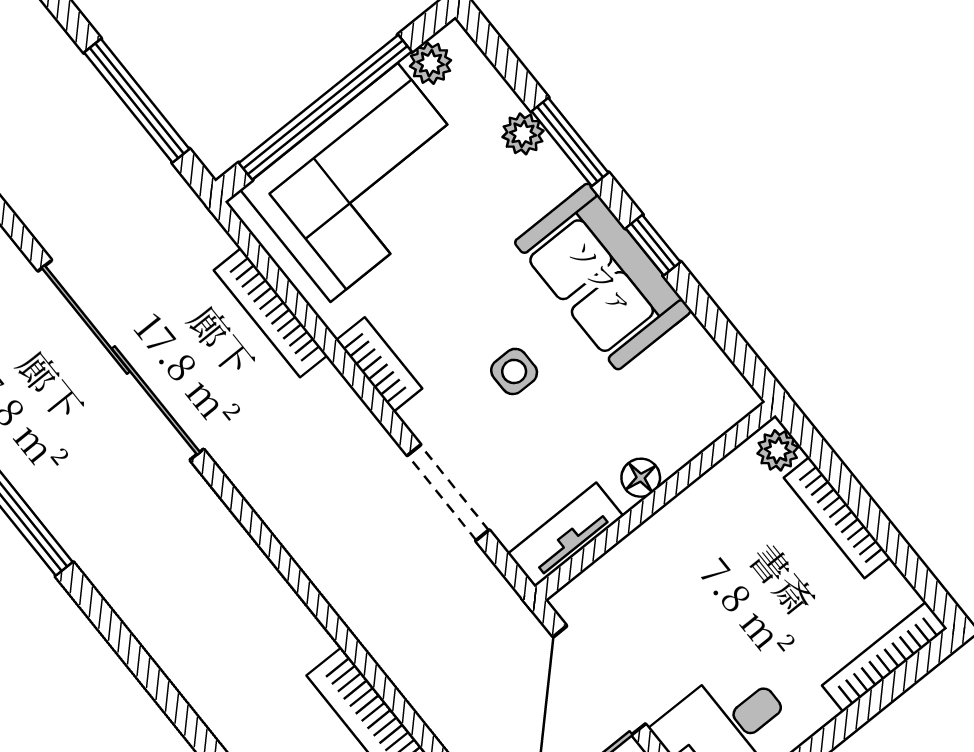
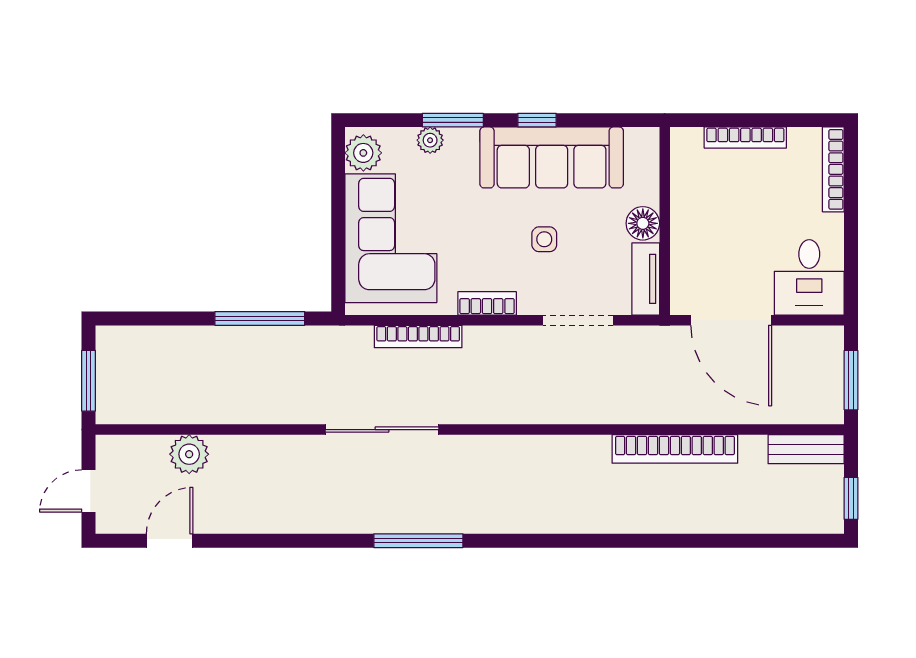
plant: (430, 63) -> (363, 153), width x1.38, depth x1.38
window: (325, 107) -> (338, 228), removed
sofa: (603, 277) -> (552, 157), width x1.36
sliding door: (121, 360) -> (382, 430), width x0.73
plant: (778, 450) -> (688, 140), removed
floor lamp: (641, 478) -> (643, 223), width x1.37, depth x1.37

